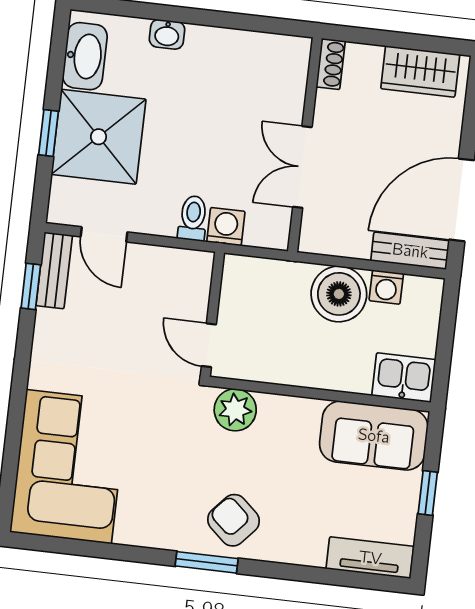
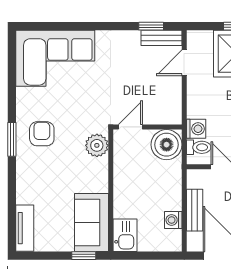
toilet: (193, 218) -> (199, 147), moved
bench: (410, 251) -> (195, 210), moved
boiler: (339, 294) -> (167, 145), moved
window: (428, 493) -> (84, 256), moved
armchair: (233, 520) -> (42, 134), moved, turned -42

